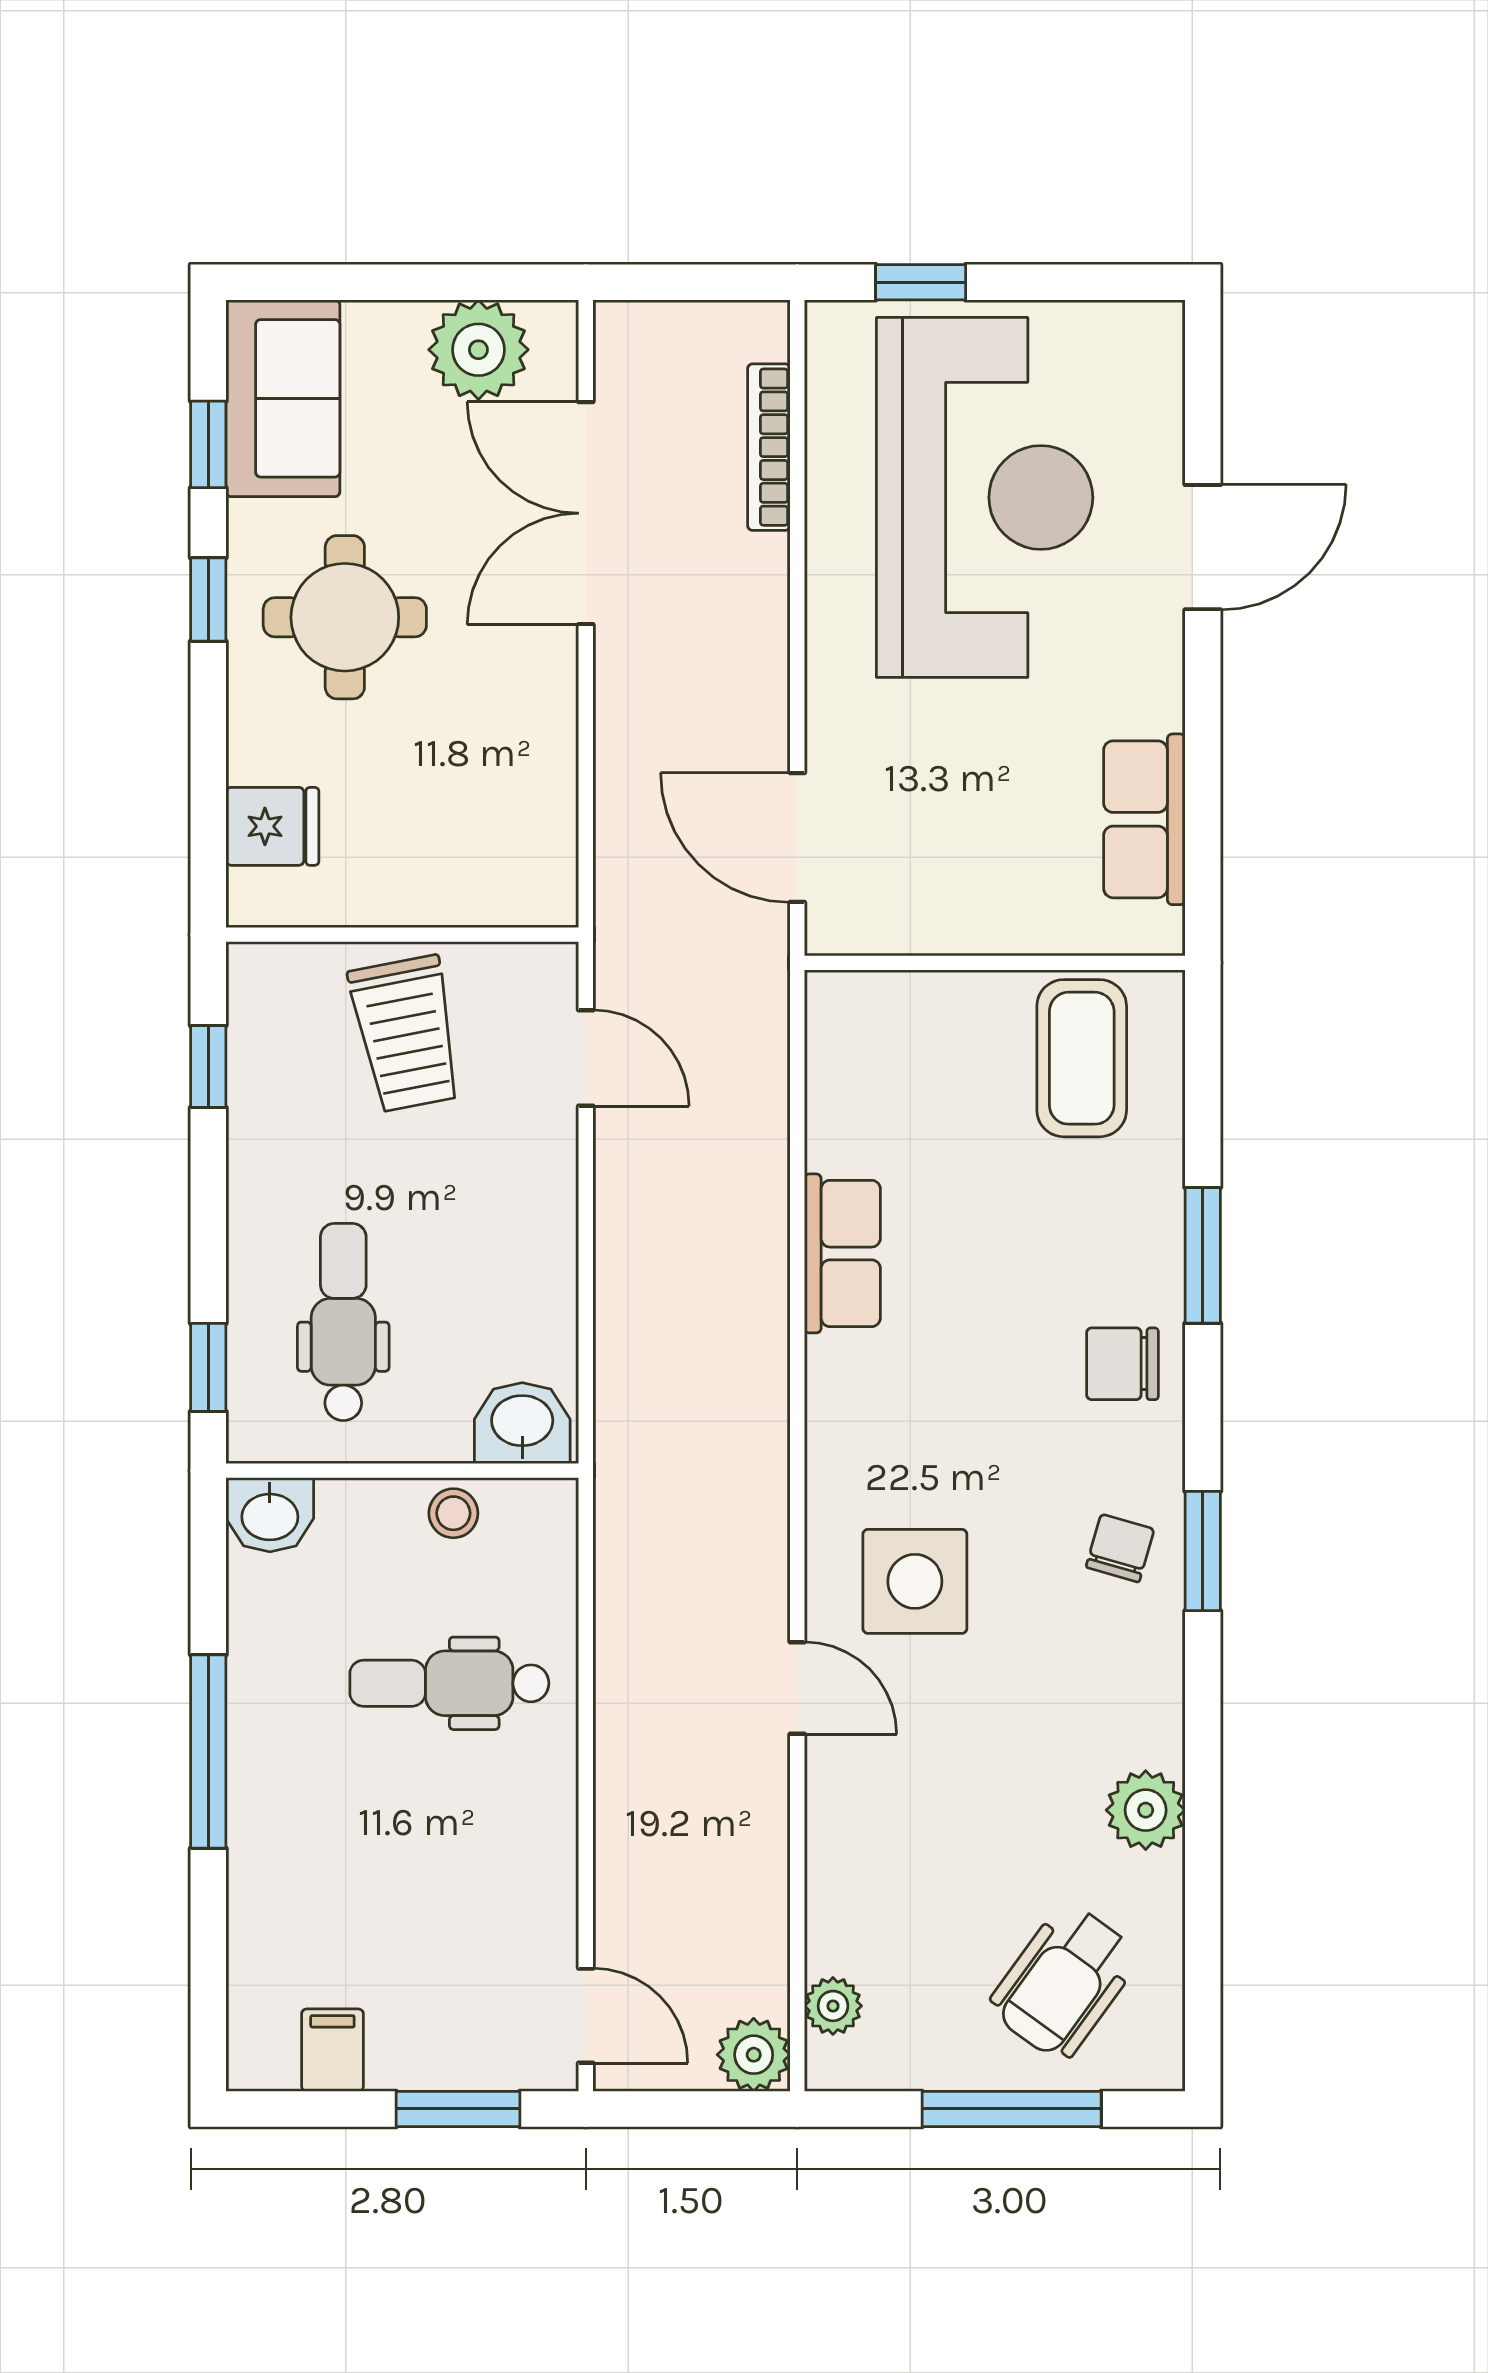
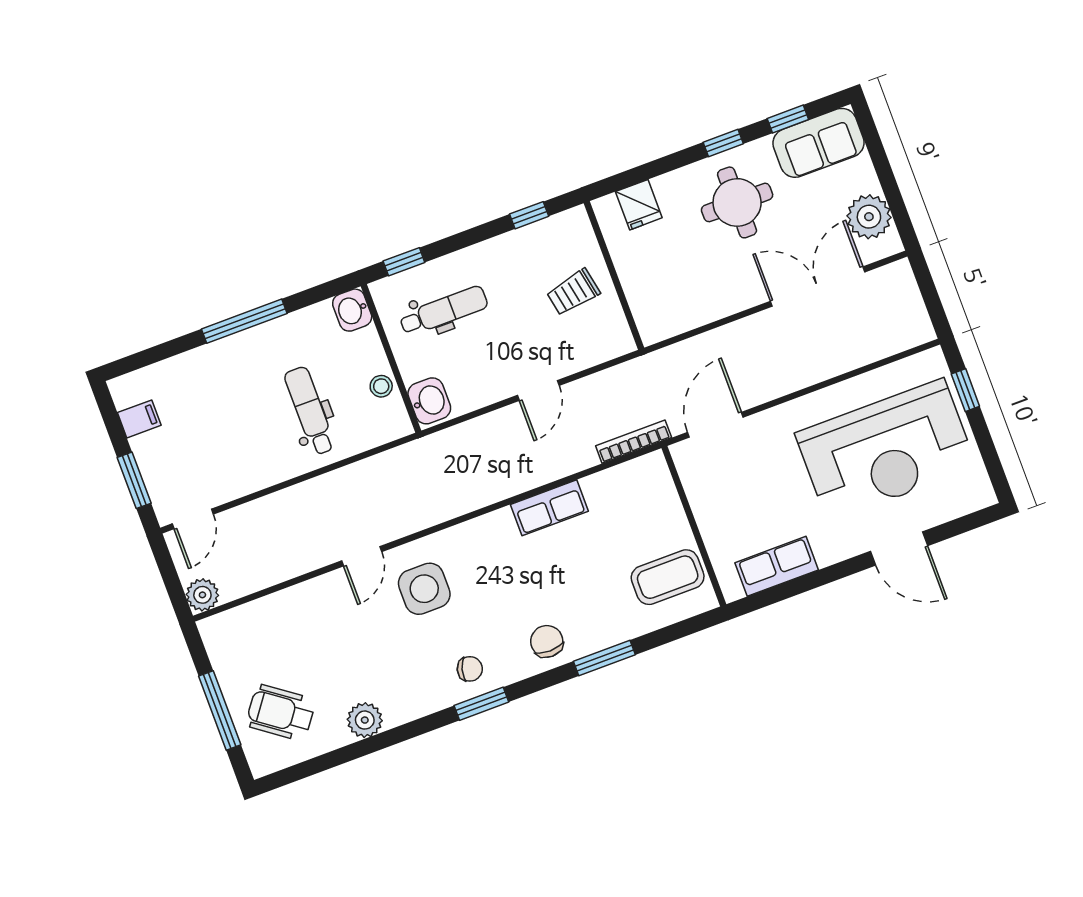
bookcase: (769, 447) -> (634, 442), moved
trolley: (406, 1034) -> (573, 292), width x0.73, depth x0.72
door: (586, 1058) -> (538, 390), moved
plant: (833, 2006) -> (235, 620), removed

